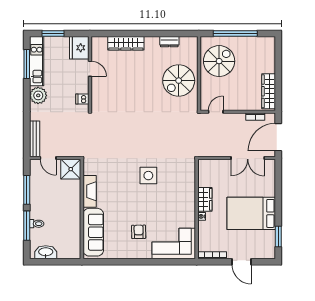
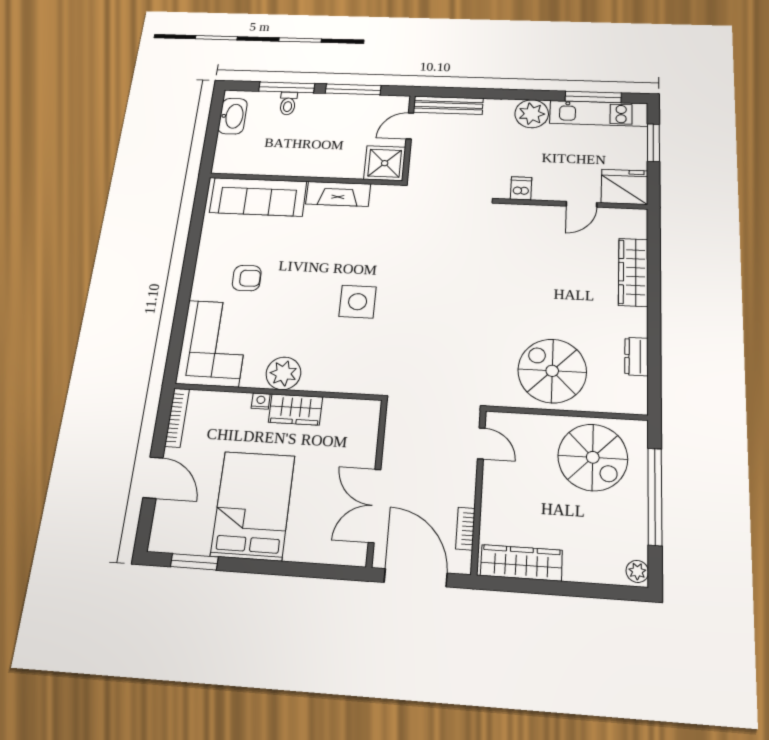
plant: (269, 41) -> (637, 571), added
plant: (187, 207) -> (283, 373), added
door: (242, 262) -> (153, 478), swing flipped

